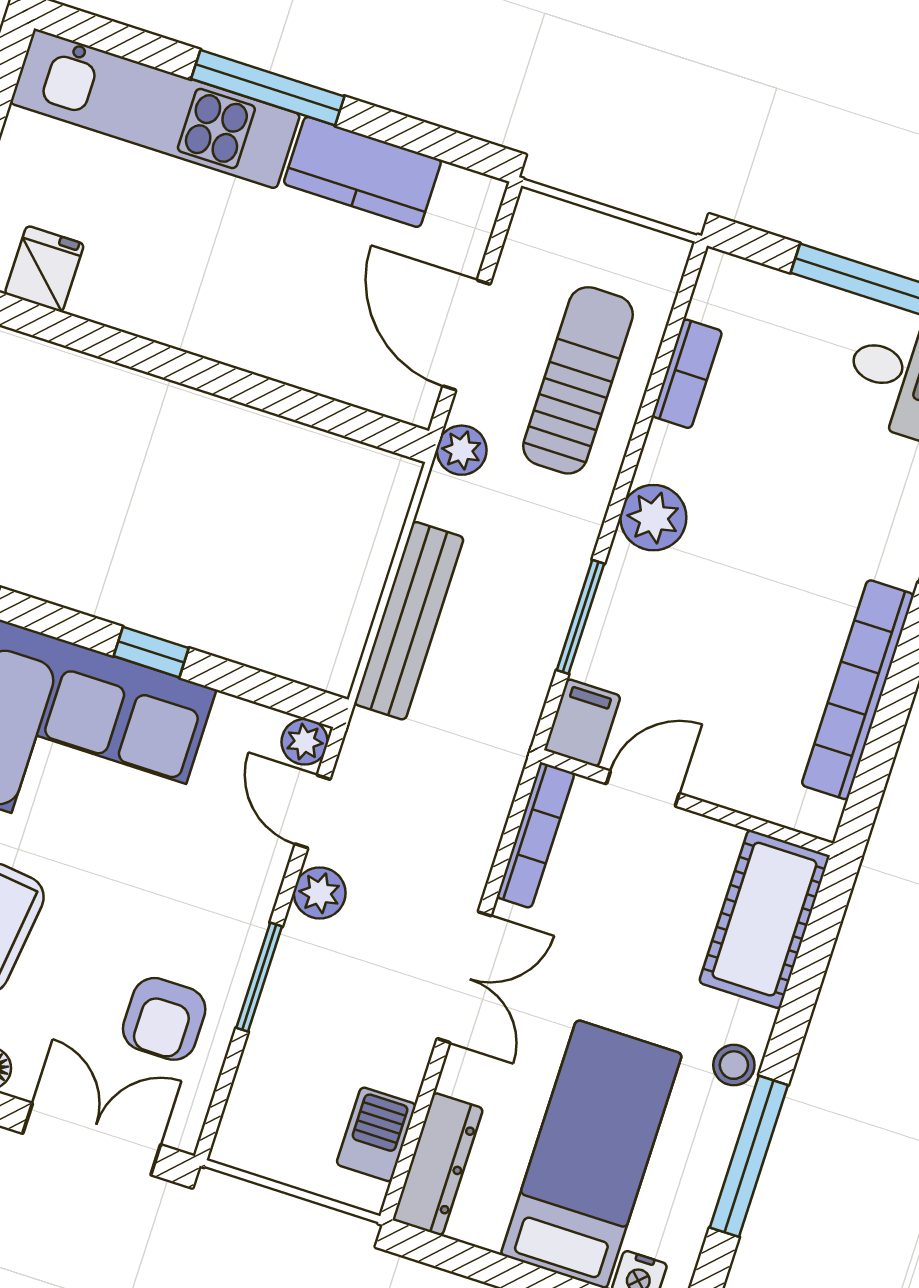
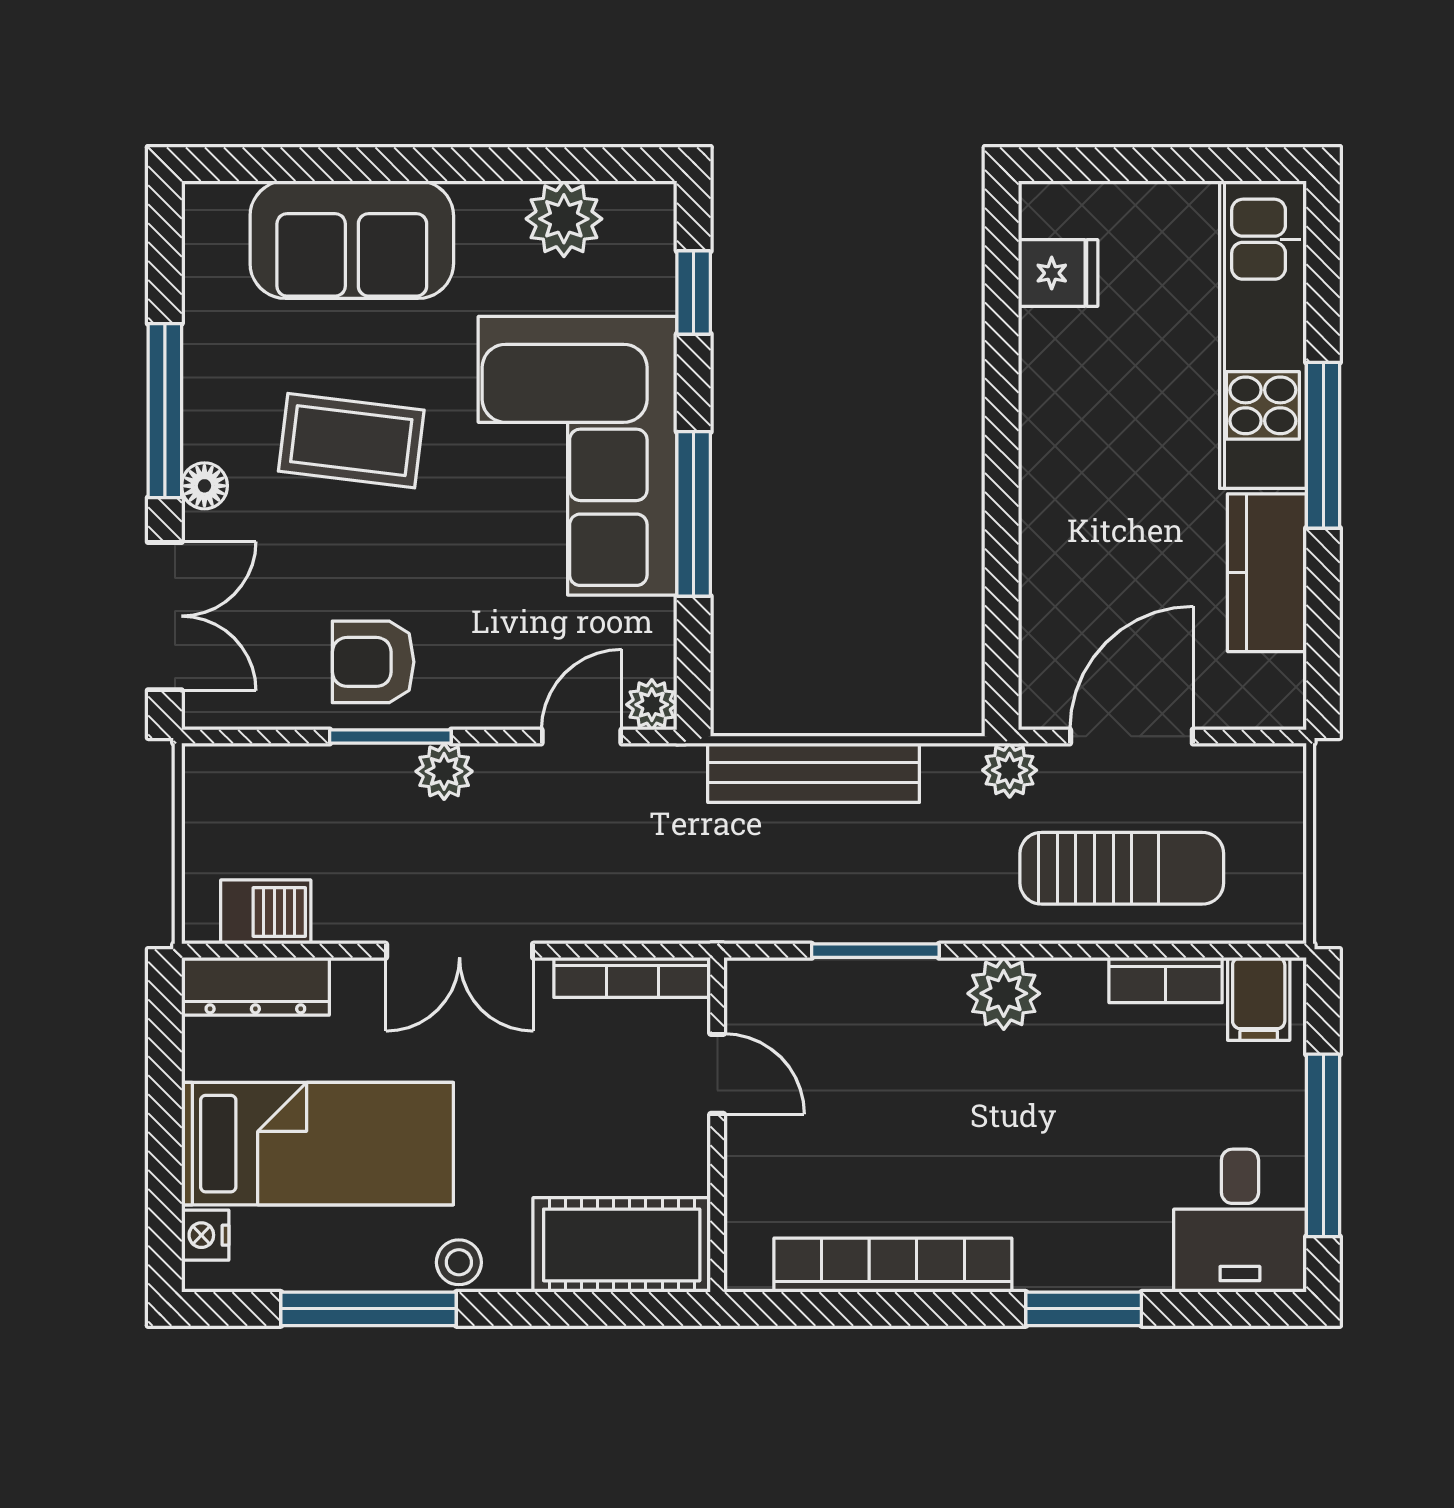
window: (151, 652) -> (694, 514), width x2.17
filing cabinet: (582, 723) -> (1259, 999), moved, turned 90
plant: (320, 893) -> (444, 771), moved
armchair: (164, 1019) -> (373, 662), moved

